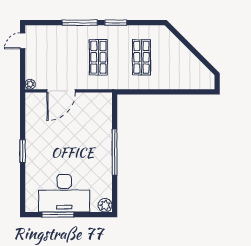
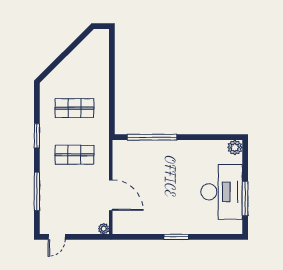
window: (80, 23) -> (37, 191), moved
door: (23, 41) -> (57, 237), hinge flipped
window: (115, 152) -> (152, 137), moved

